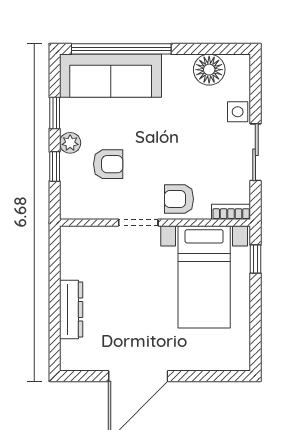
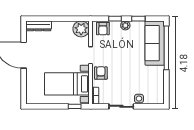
floor lamp: (209, 70) -> (157, 86), removed
armchair: (108, 164) -> (103, 29), moved
plant: (78, 244) -> (81, 29), added
dresser: (71, 309) -> (39, 26), moved

